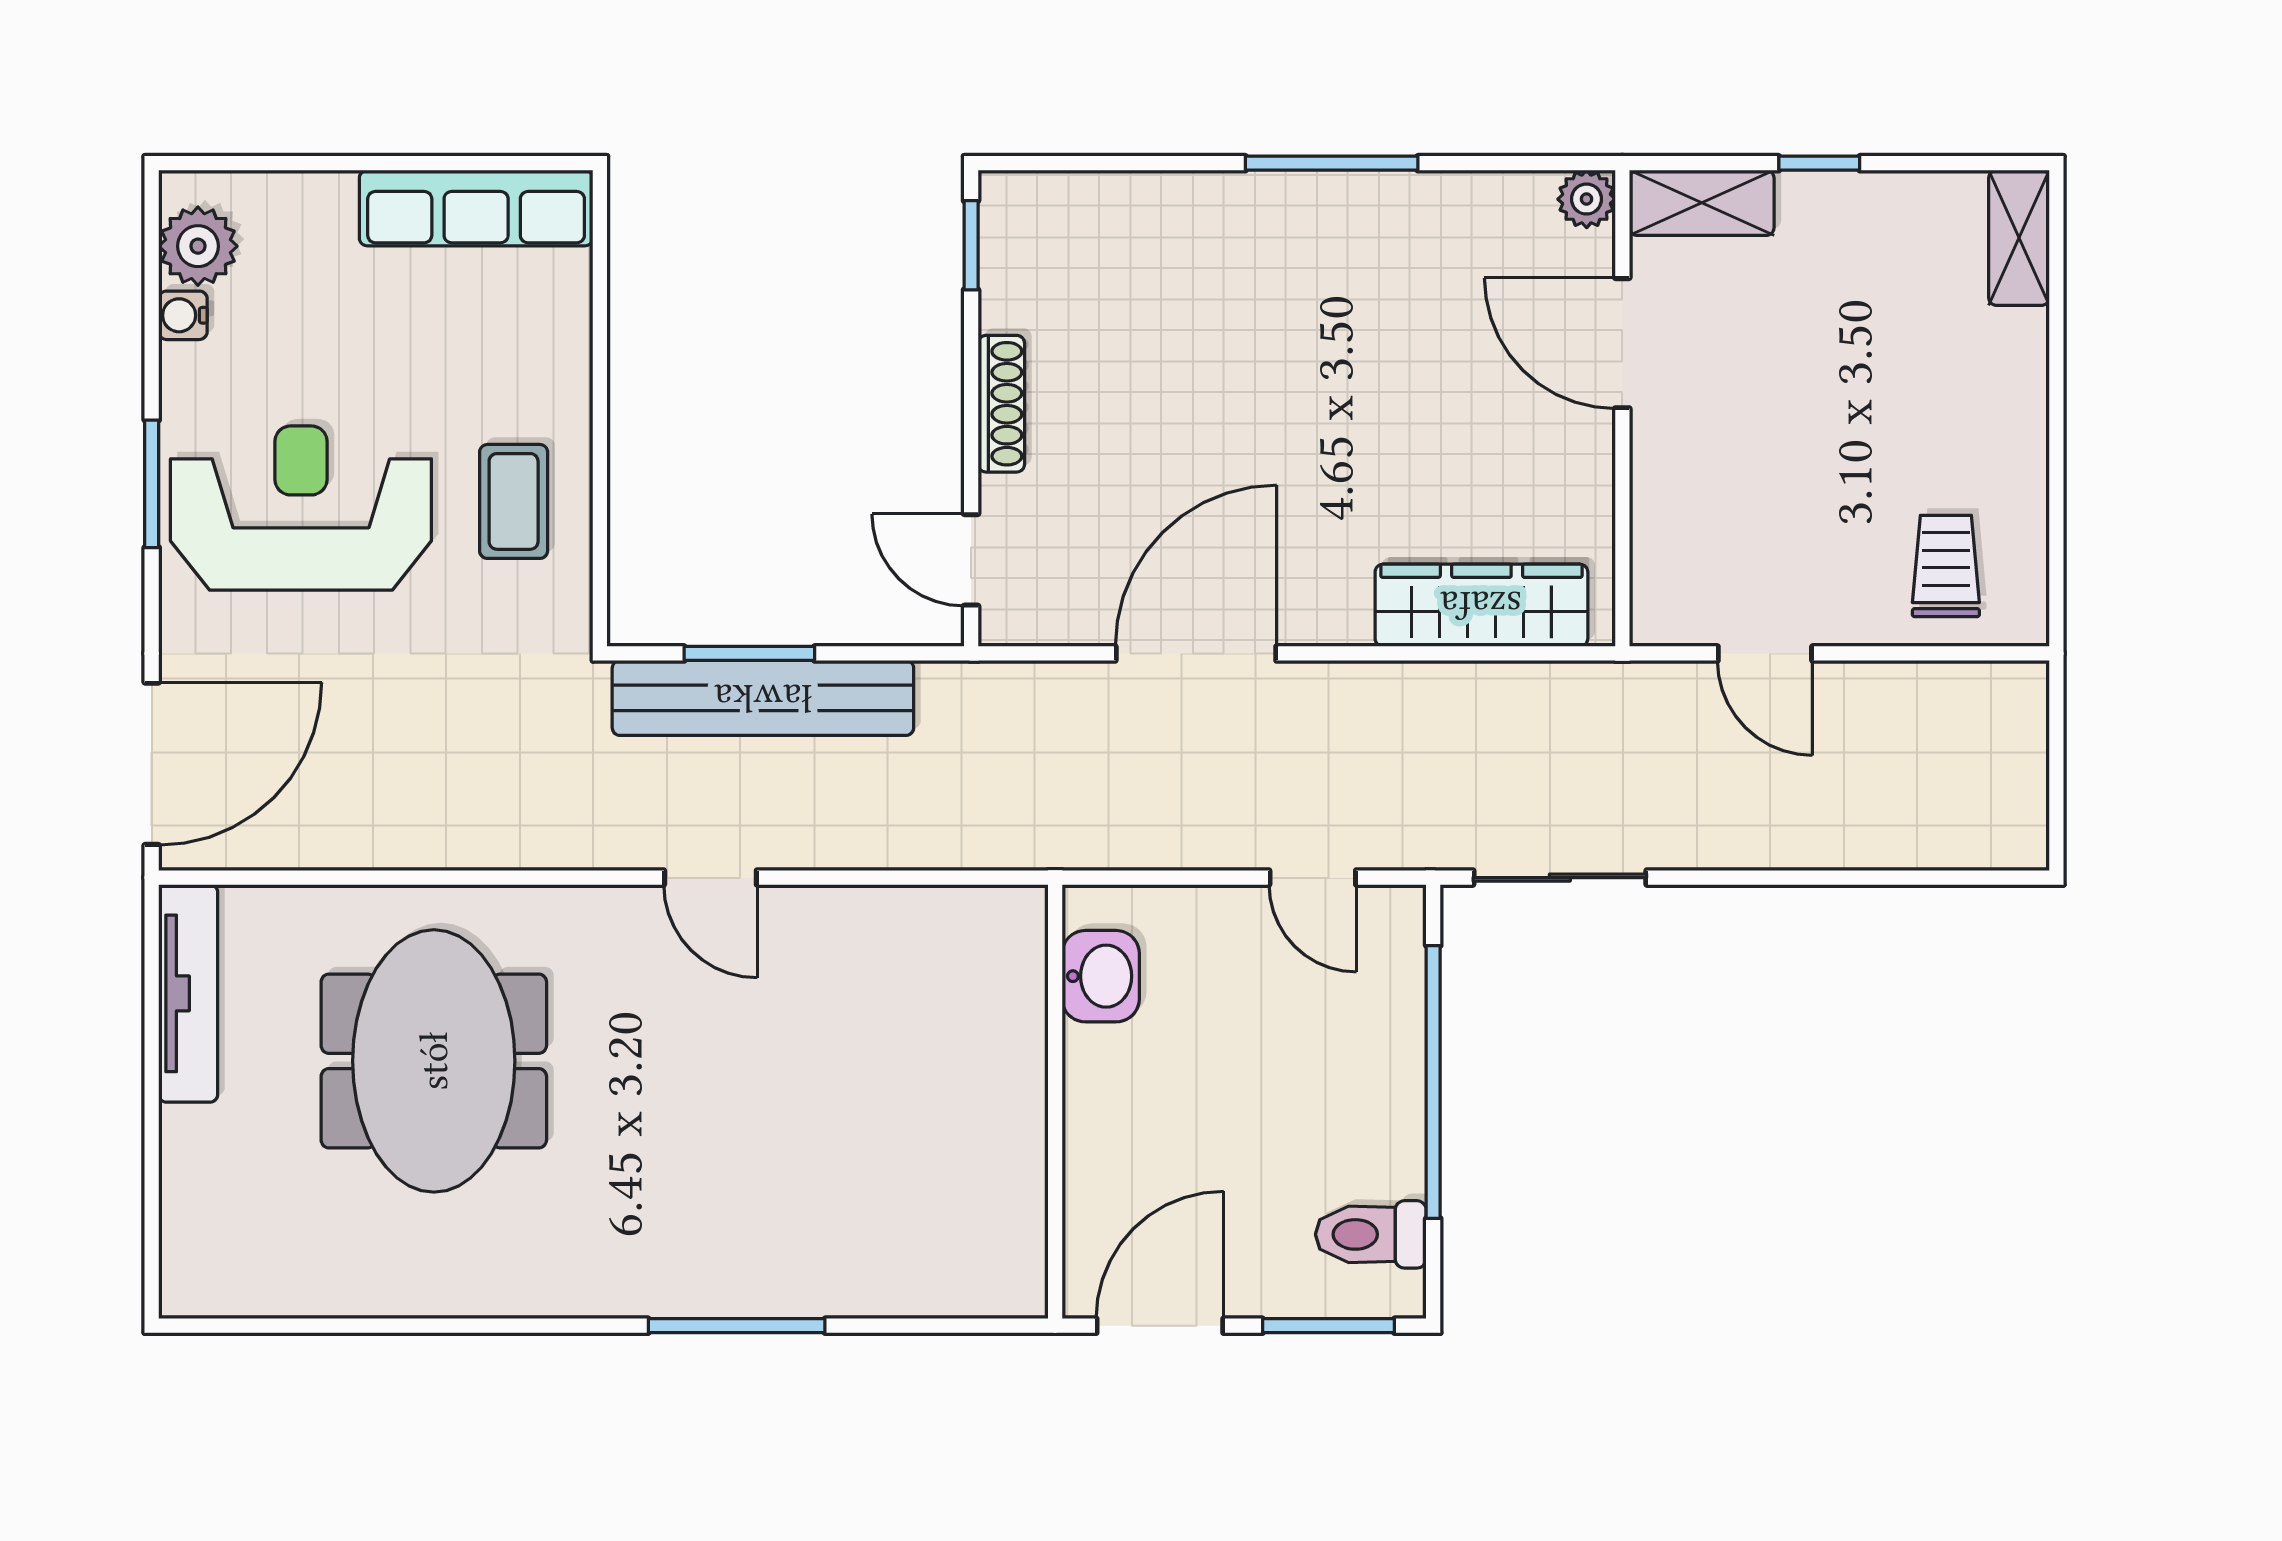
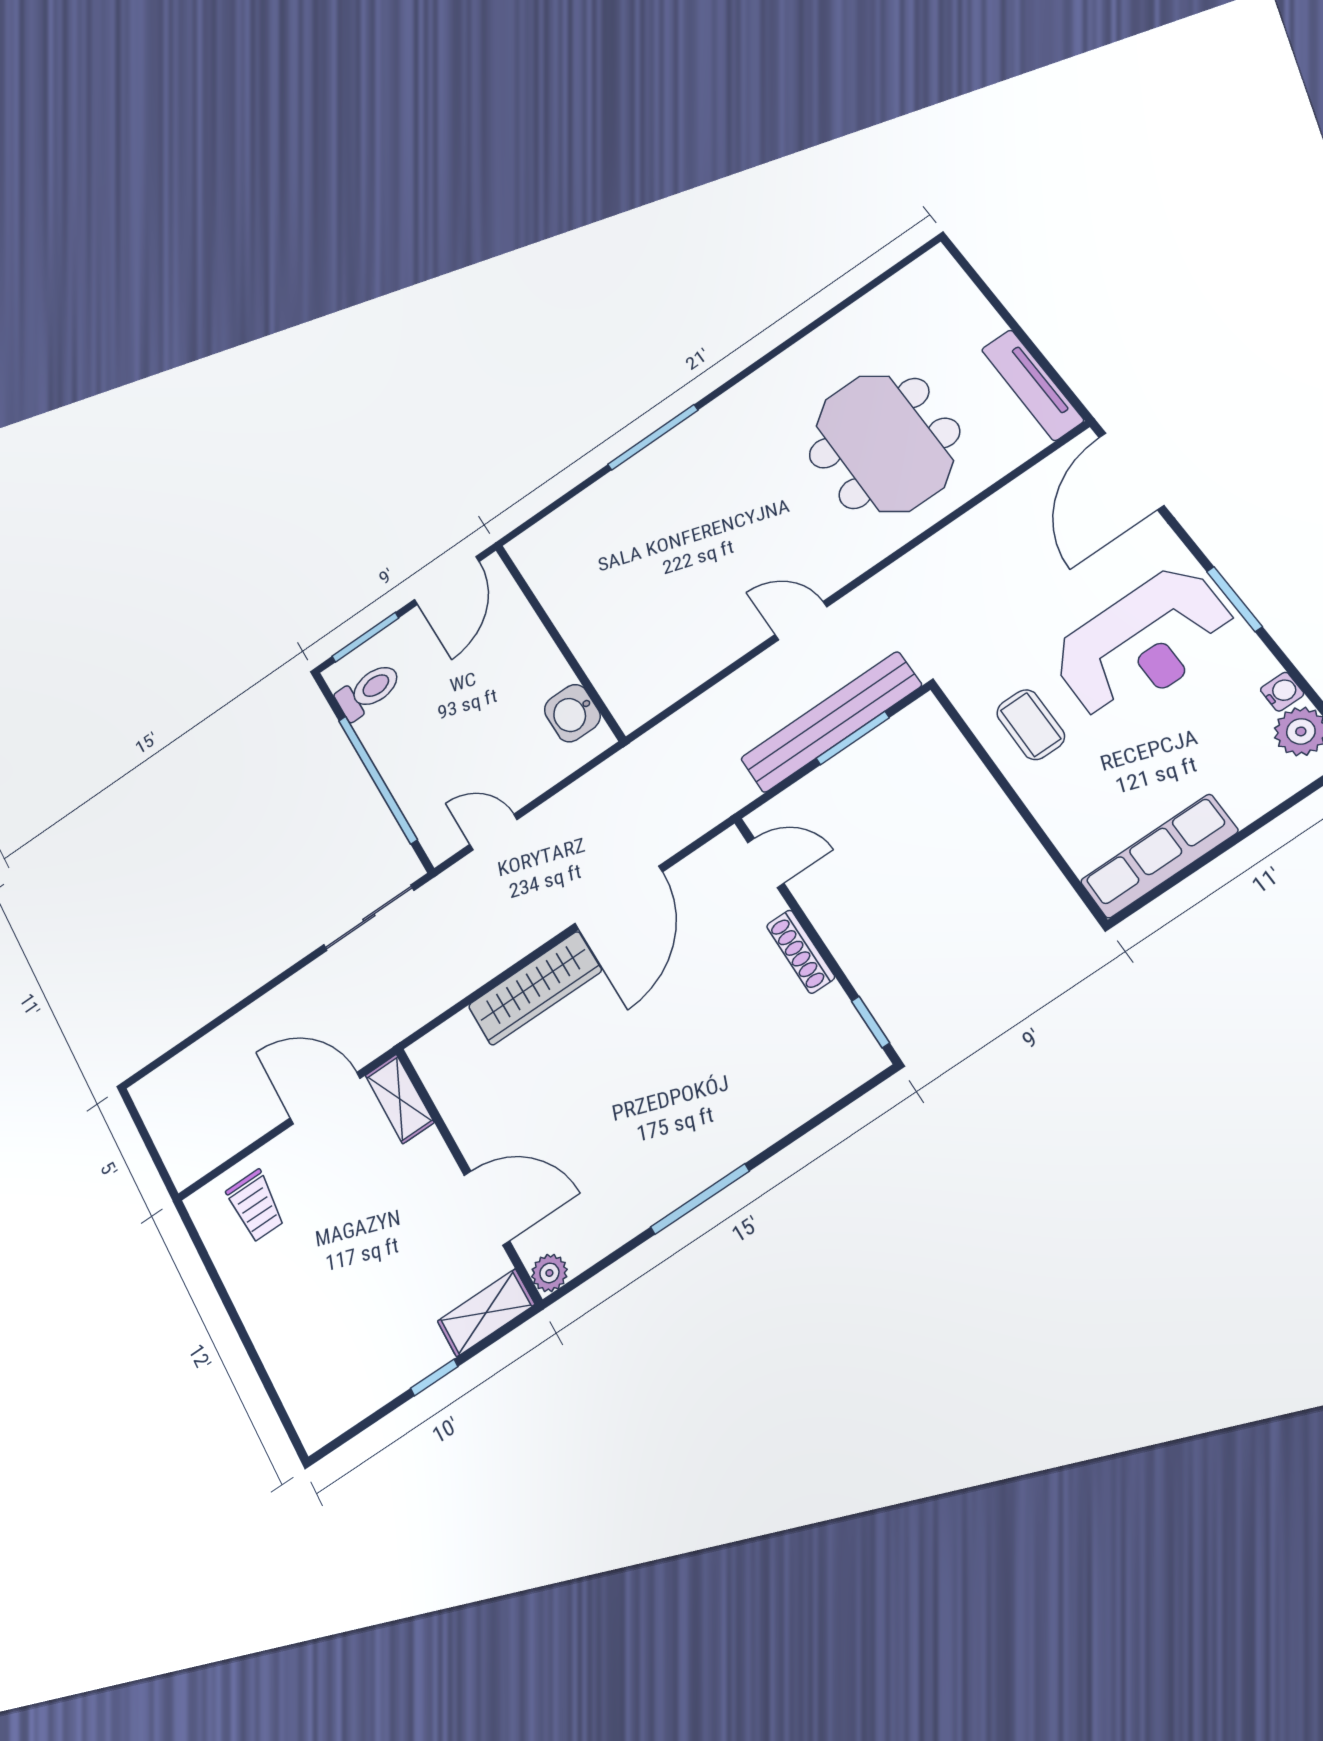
shelving: (2019, 238) -> (400, 1099), moved
wardrobe: (1481, 605) -> (535, 988), moved
door: (1765, 653) -> (325, 1098), width x1.38

